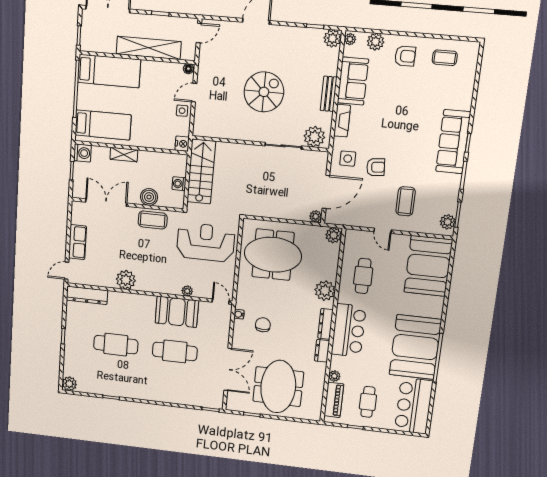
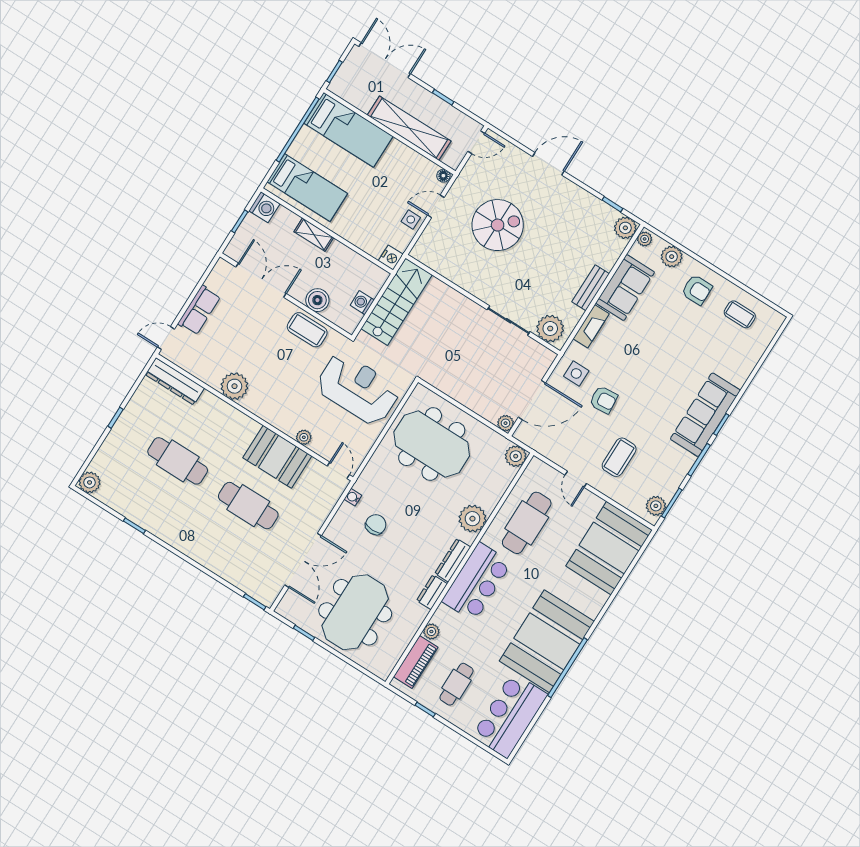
spiral stairs: (264, 92) -> (498, 225), moved
cafe table: (363, 276) -> (527, 523), width x1.37, depth x1.35

